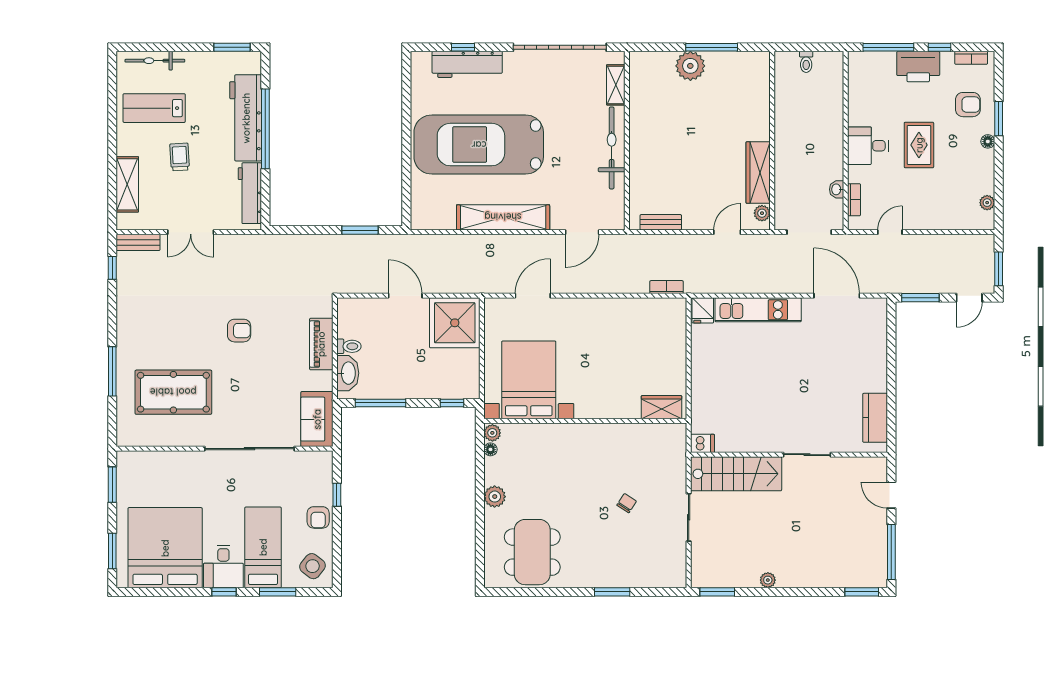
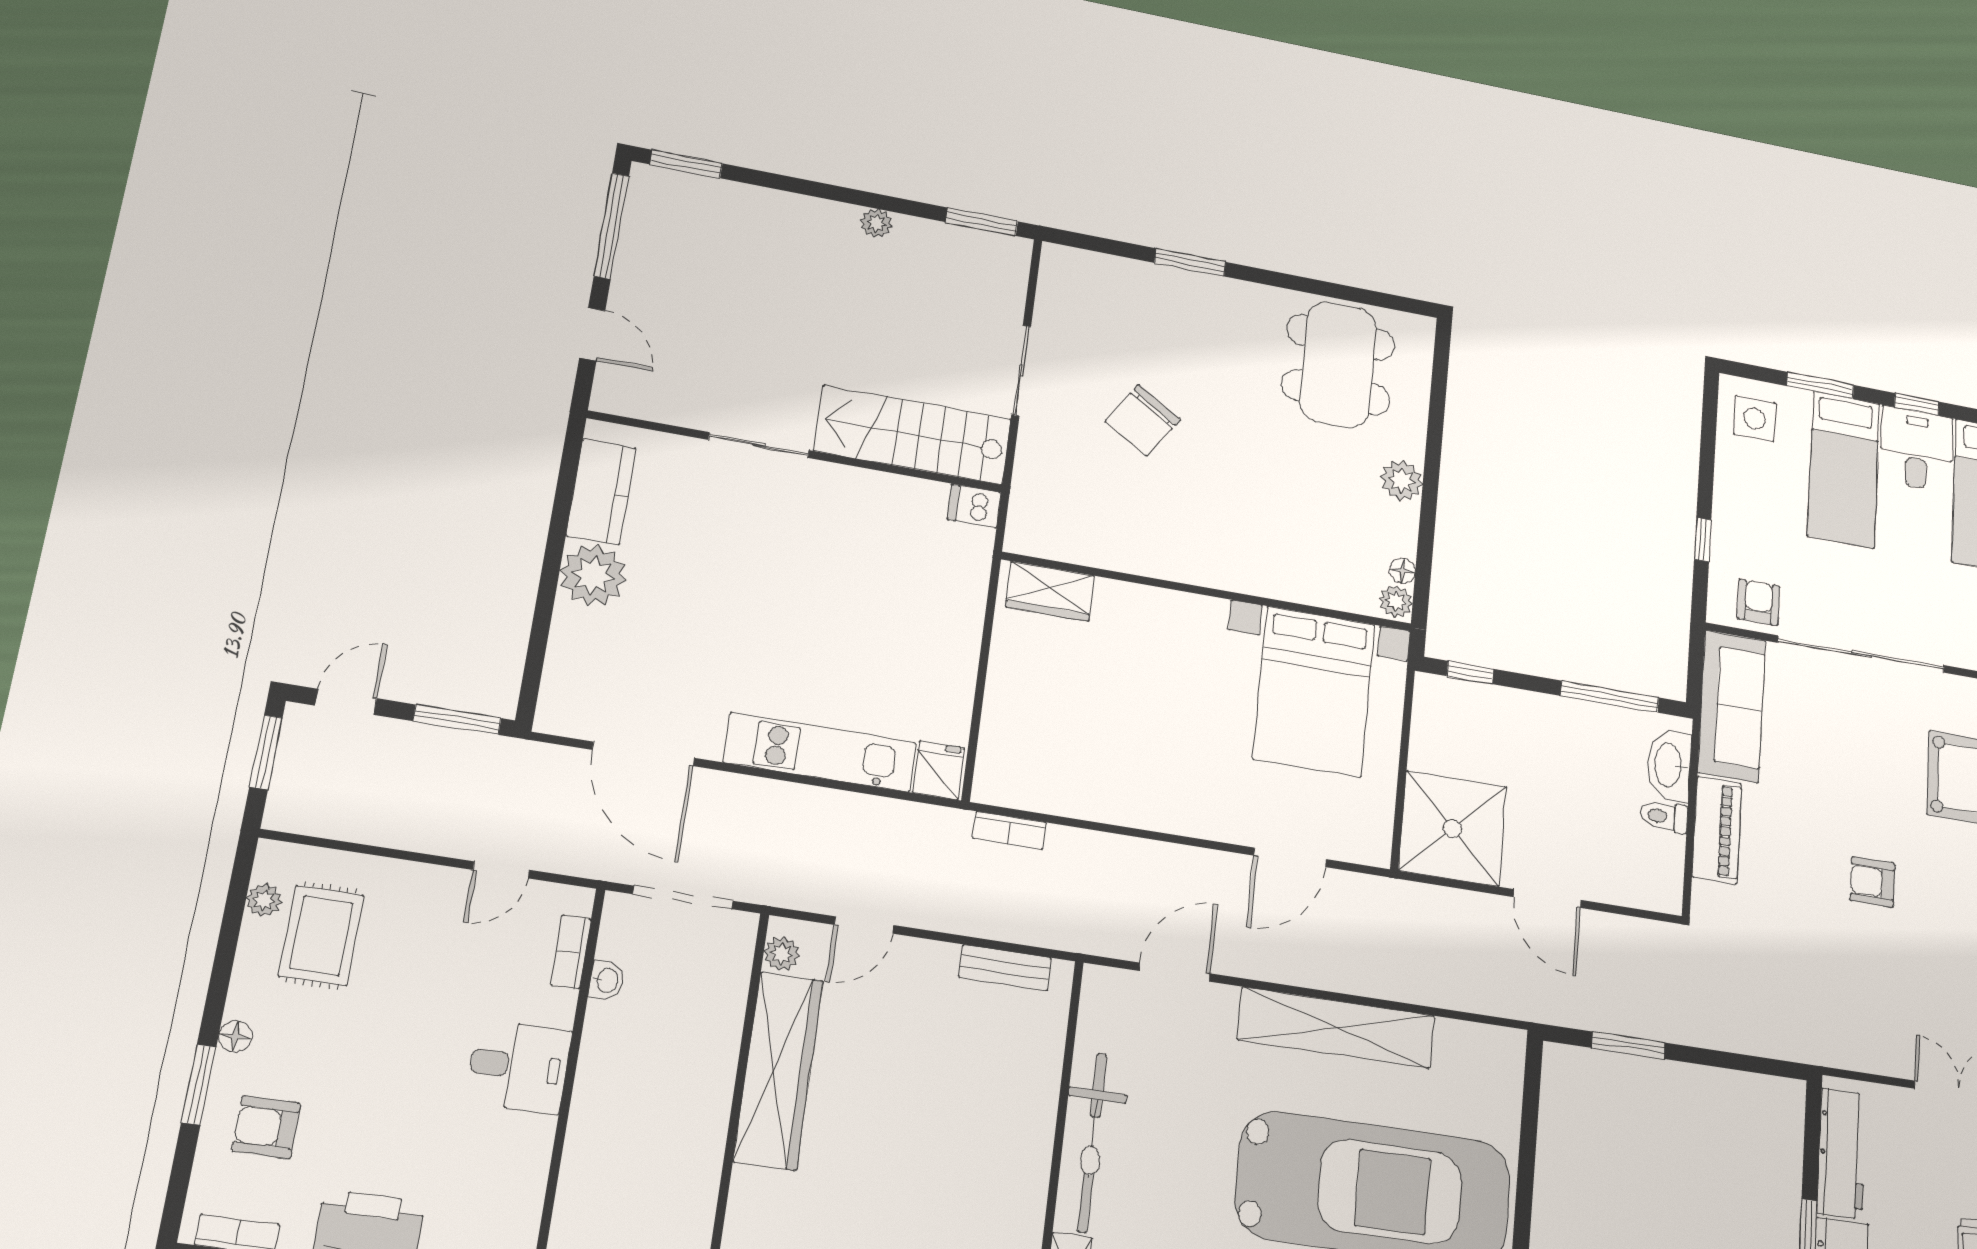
rug: (919, 145) -> (321, 936), moved
wardrobe: (758, 173) -> (778, 1071), width x1.40, depth x1.17
plant: (872, 376) -> (593, 575), added
sofa: (317, 419) -> (1732, 706), width x1.36
chair: (627, 503) -> (1143, 420), width x1.87, depth x1.87
armchair: (318, 517) -> (1758, 602), moved
side table: (313, 566) -> (1755, 419), turned -38

